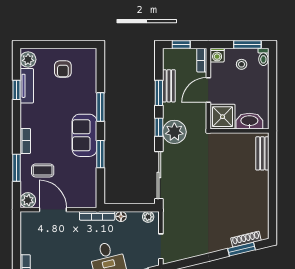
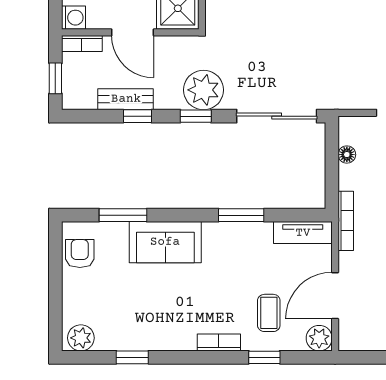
armchair: (63, 69) -> (80, 254), moved, turned -90
tv unit: (27, 86) -> (303, 233), moved, turned 180
window: (159, 93) -> (137, 116), width x0.67
window: (100, 107) -> (123, 215), moved
sofa: (84, 135) -> (165, 242), moved
window: (17, 168) -> (264, 357), width x0.67
floor lamp: (121, 216) -> (347, 155), moved
plant: (148, 217) -> (348, 134), removed

